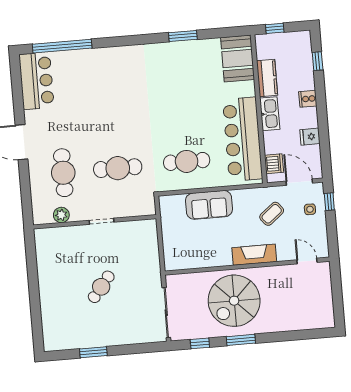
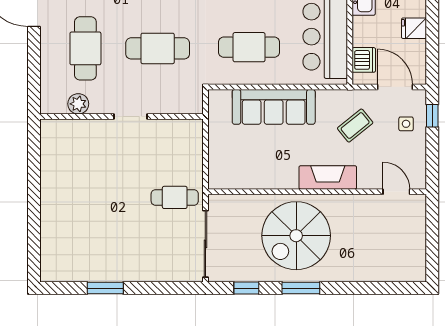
sofa: (209, 205) -> (274, 107), width x1.36
cafe table: (101, 287) -> (175, 197), moved, turned 51

